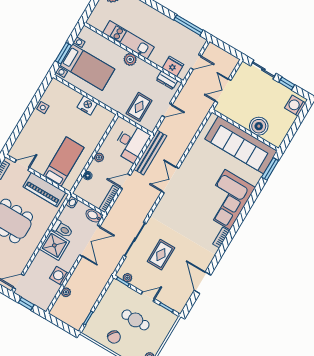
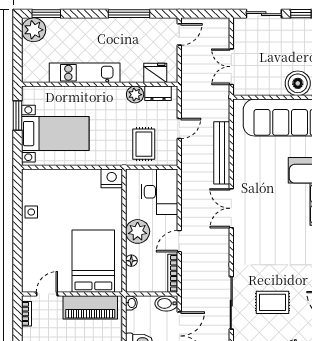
window: (188, 25) -> (129, 14), moved
window: (63, 53) -> (17, 115), moved
plant: (130, 59) -> (135, 95), moved
door: (196, 62) -> (179, 34), moved
nightstand: (87, 105) -> (112, 178), moved
bench: (150, 152) -> (222, 153), moved
plant: (99, 157) -> (138, 231), width x1.88, depth x1.88
bed: (64, 162) -> (93, 261), width x1.50
rug: (161, 255) -> (272, 302), turned 90

